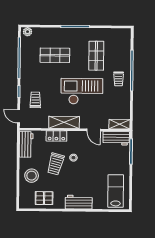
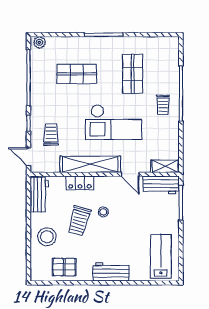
checkout: (82, 91) -> (114, 122), turned 180
shelving: (64, 122) -> (90, 164), width x1.47

